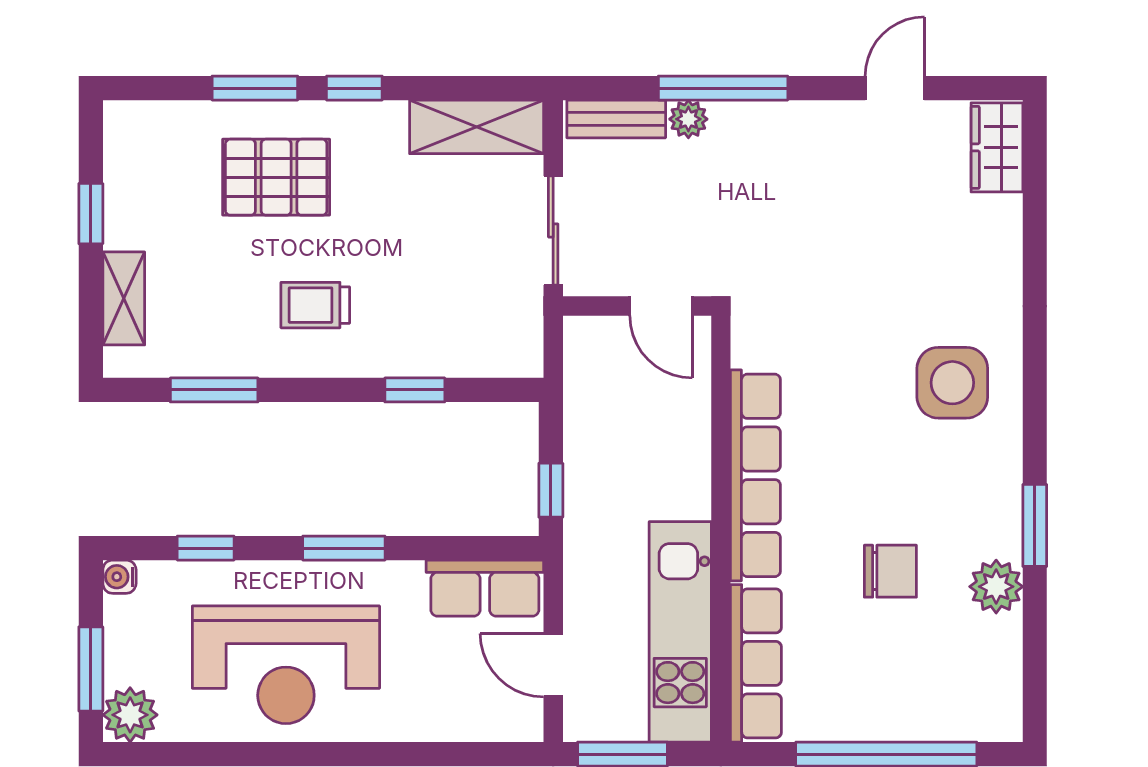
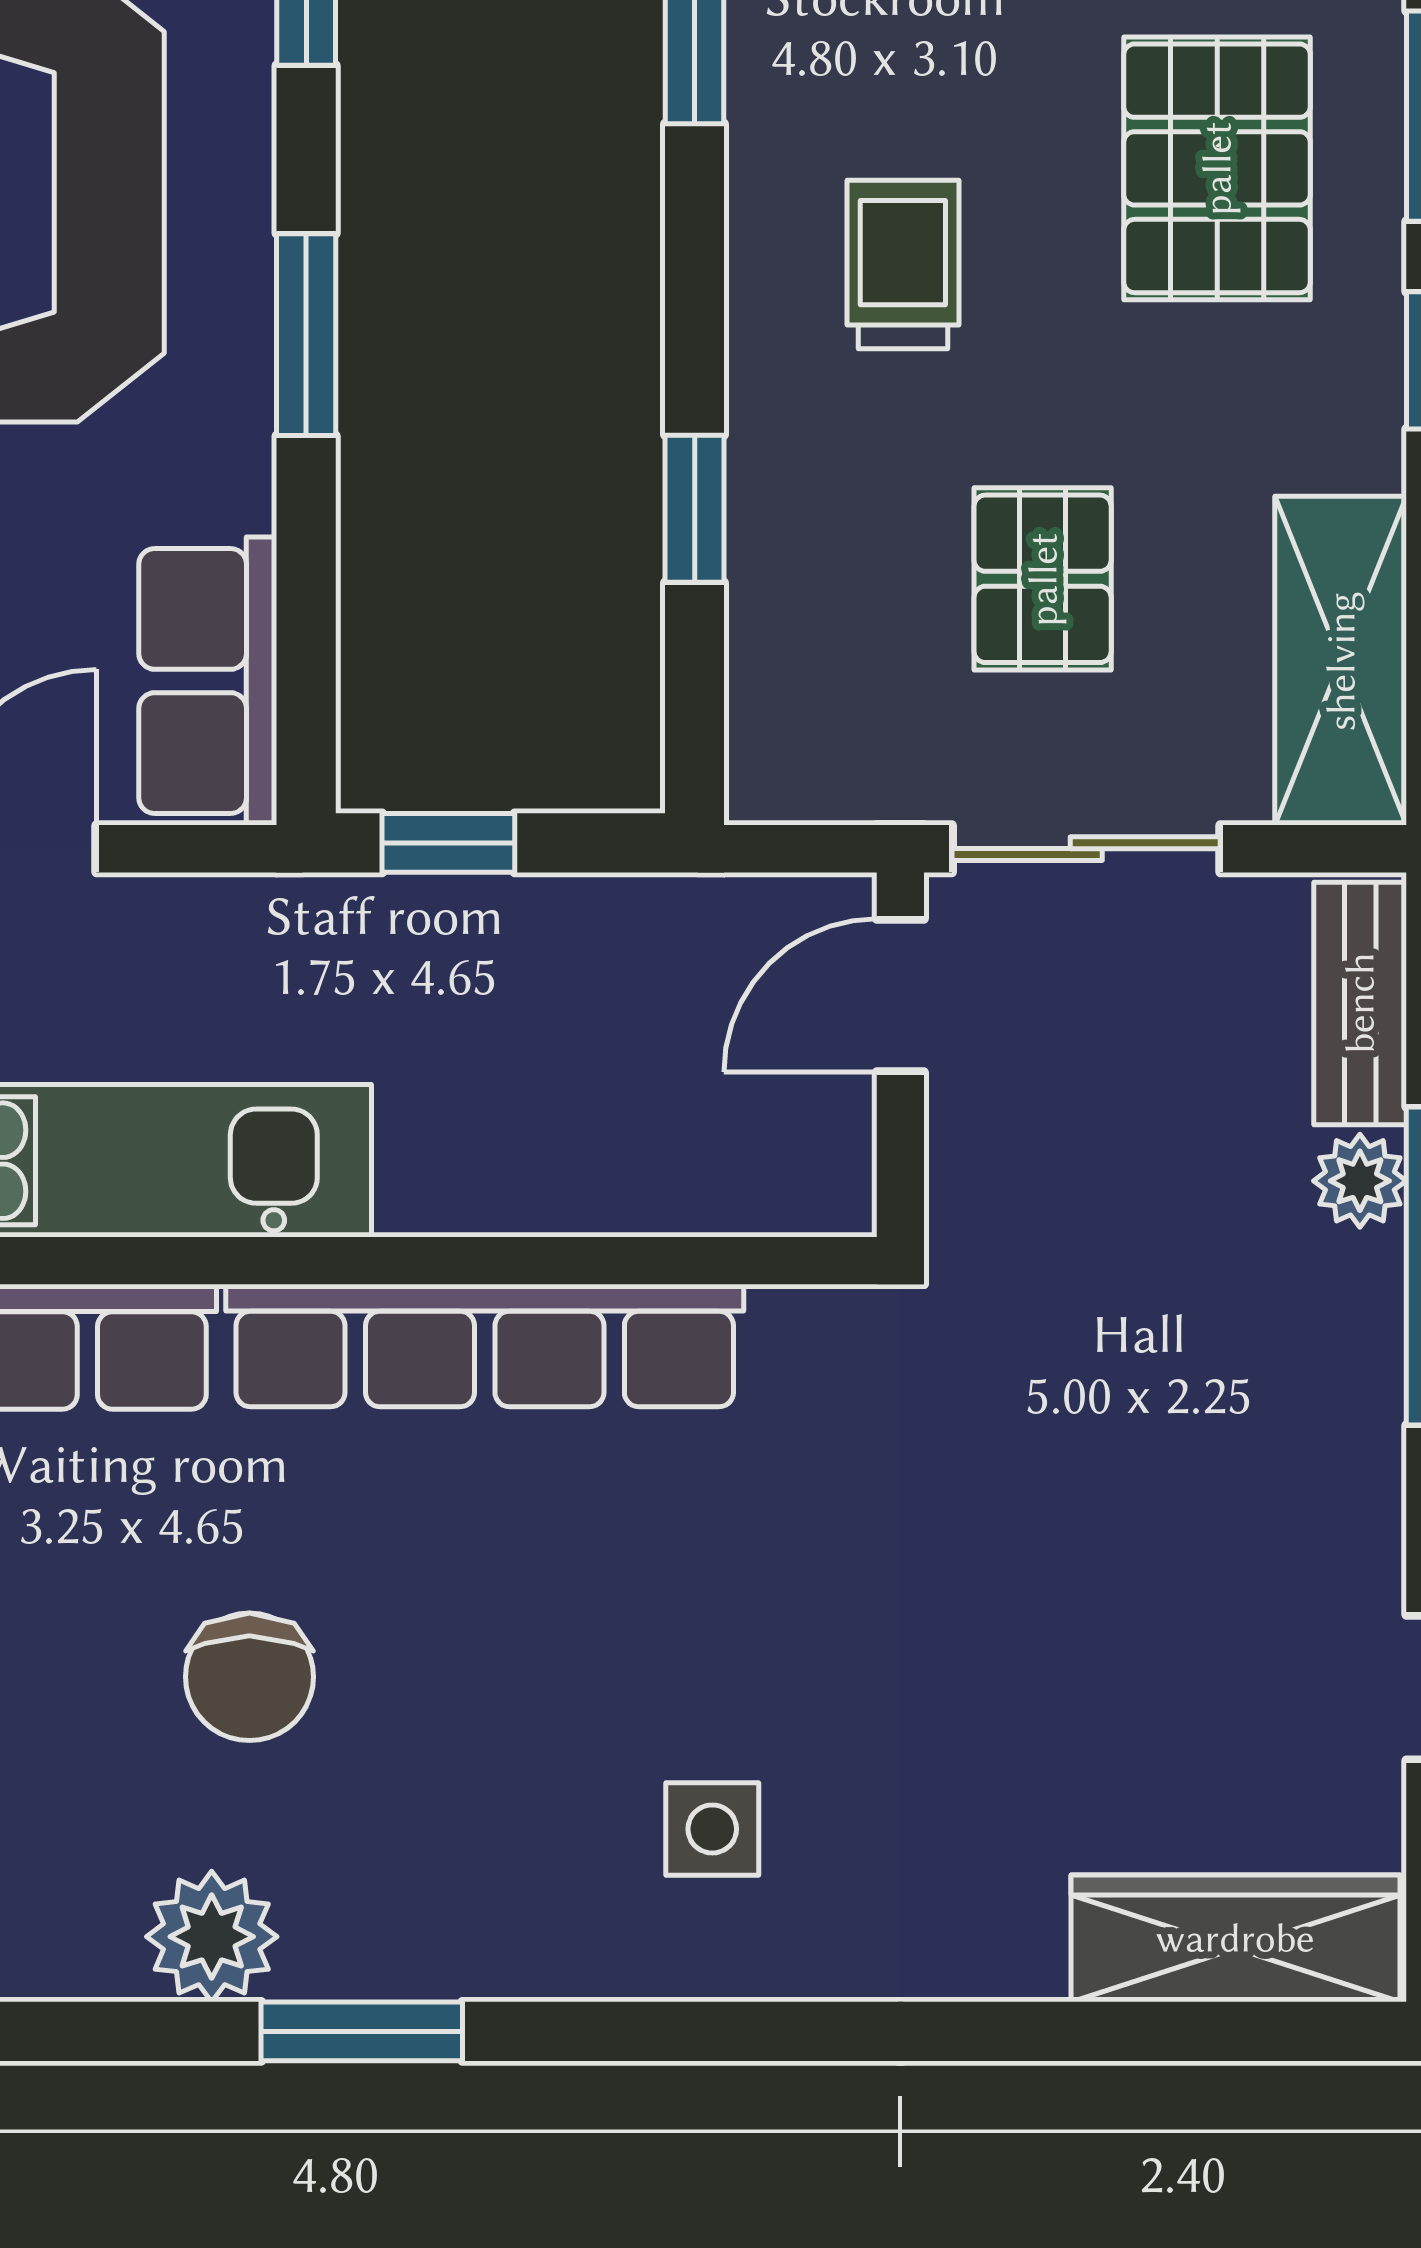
wardrobe: (997, 147) -> (1235, 1938), width x1.50
pallet: (443, 248) -> (1043, 579), added
door: (661, 306) -> (900, 995), moved
side table: (952, 383) -> (712, 1829), width x0.54, depth x0.54

